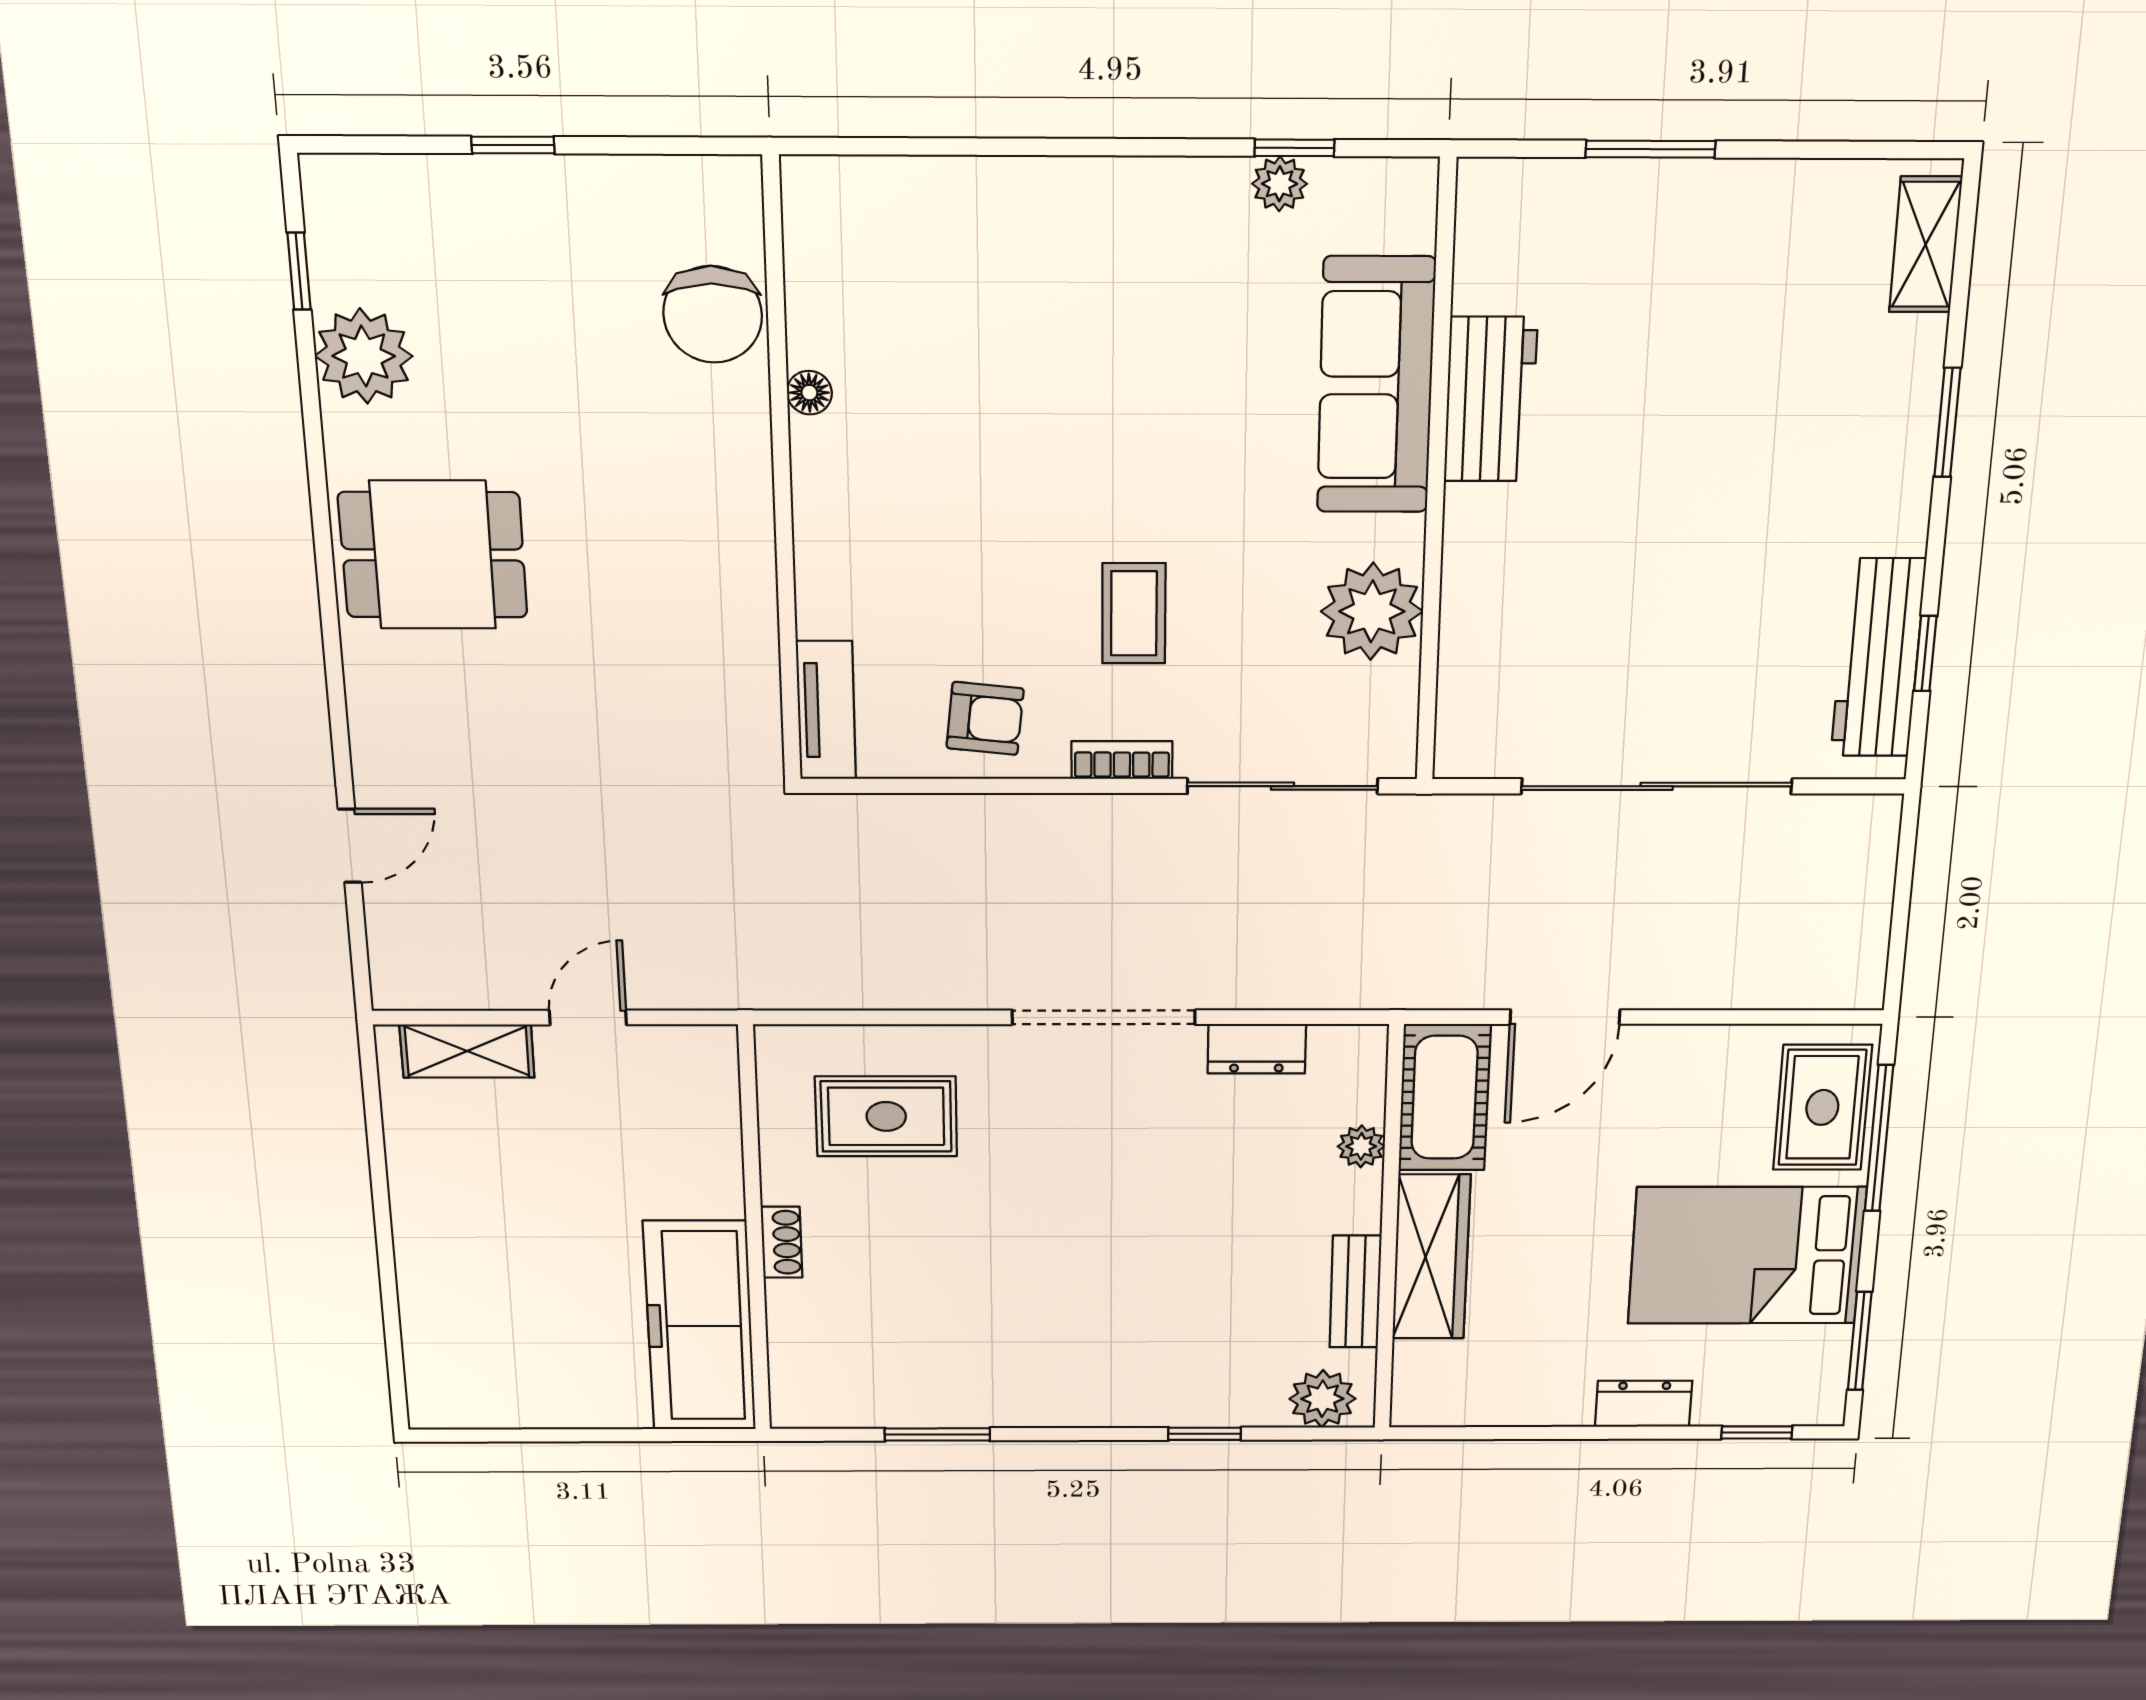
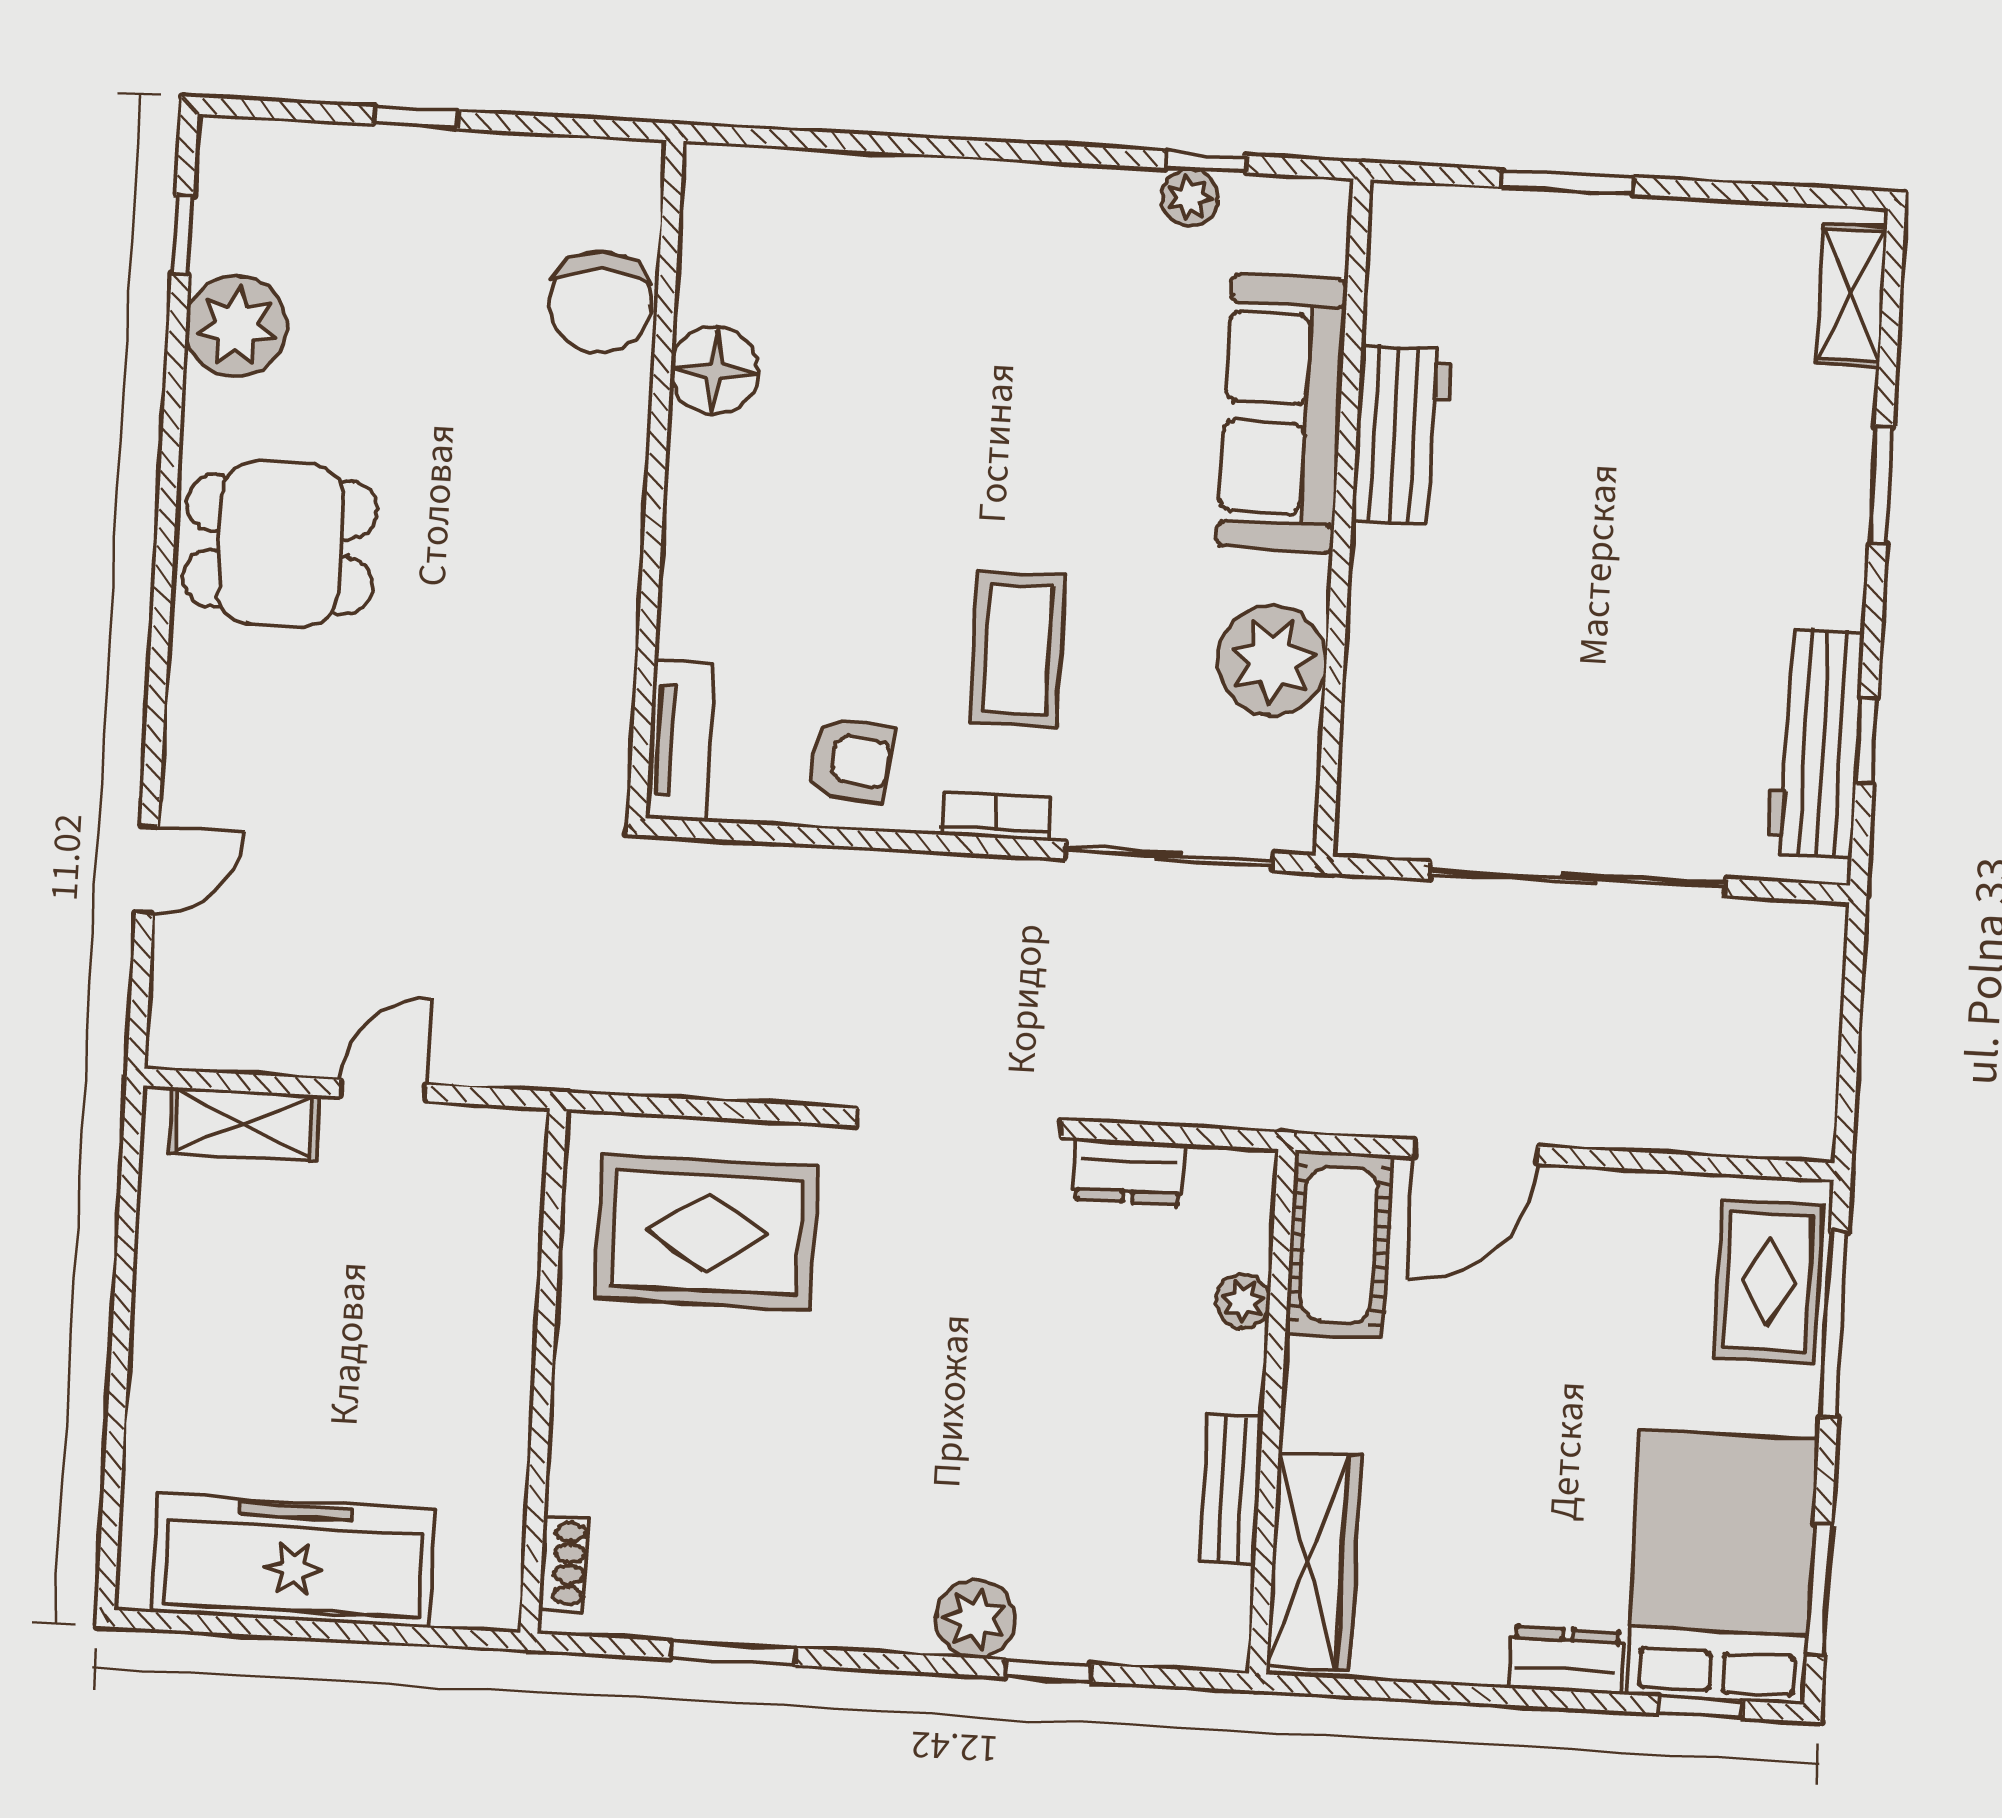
floor lamp: (809, 393) -> (714, 370), width x1.89, depth x1.89
coffee table: (1134, 613) -> (1017, 649), width x1.36, depth x1.30
rug: (886, 1116) -> (706, 1232), width x1.36, depth x1.43
shoe rack: (782, 1242) -> (564, 1564), moved
bed: (1747, 1256) -> (1722, 1567), moved, turned 90
wardrobe: (1431, 1257) -> (1314, 1561), moved
freezer: (700, 1326) -> (294, 1561), moved, turned 90
plant: (1322, 1399) -> (976, 1619), moved

